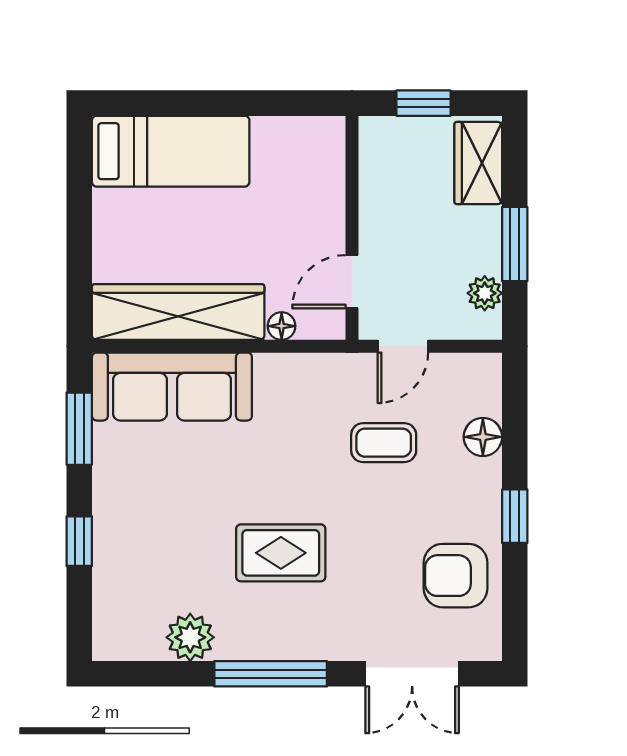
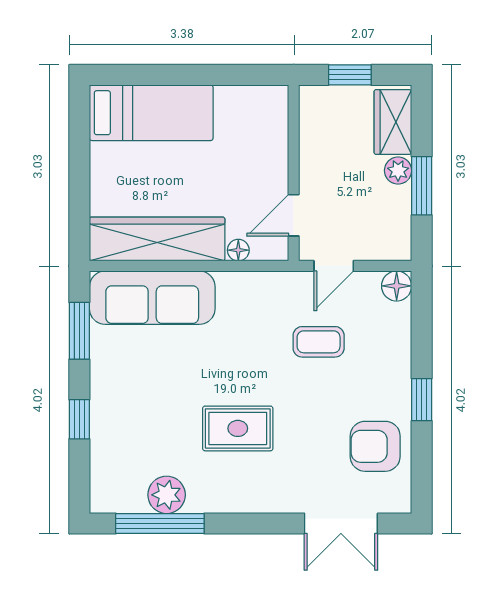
plant: (485, 293) -> (398, 171), moved
floor lamp: (483, 437) -> (397, 286), moved
window: (271, 674) -> (160, 523), moved

